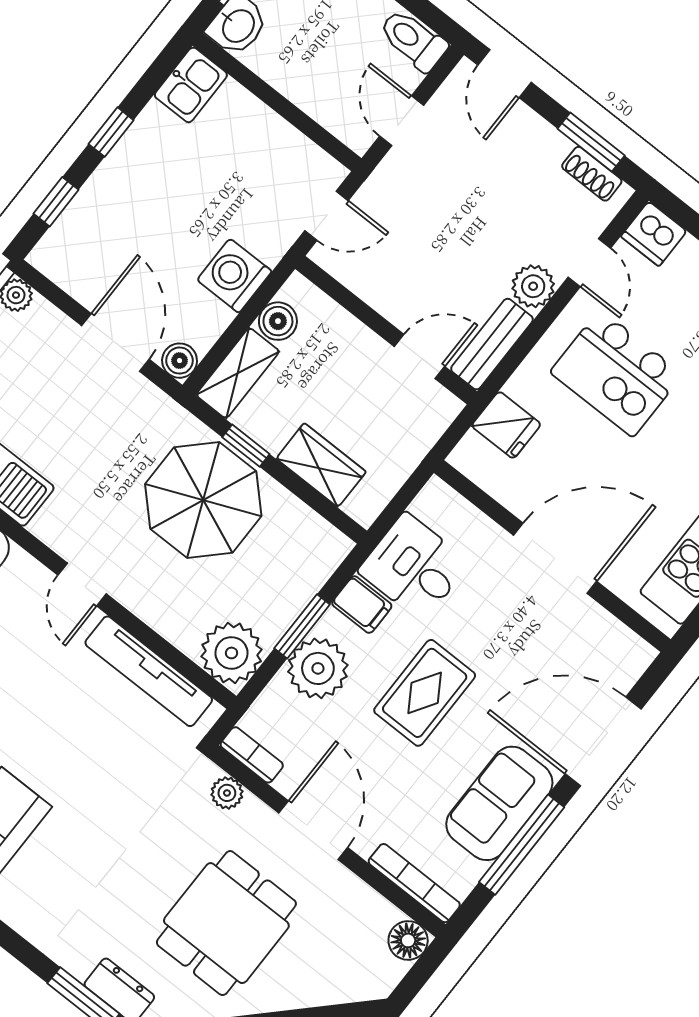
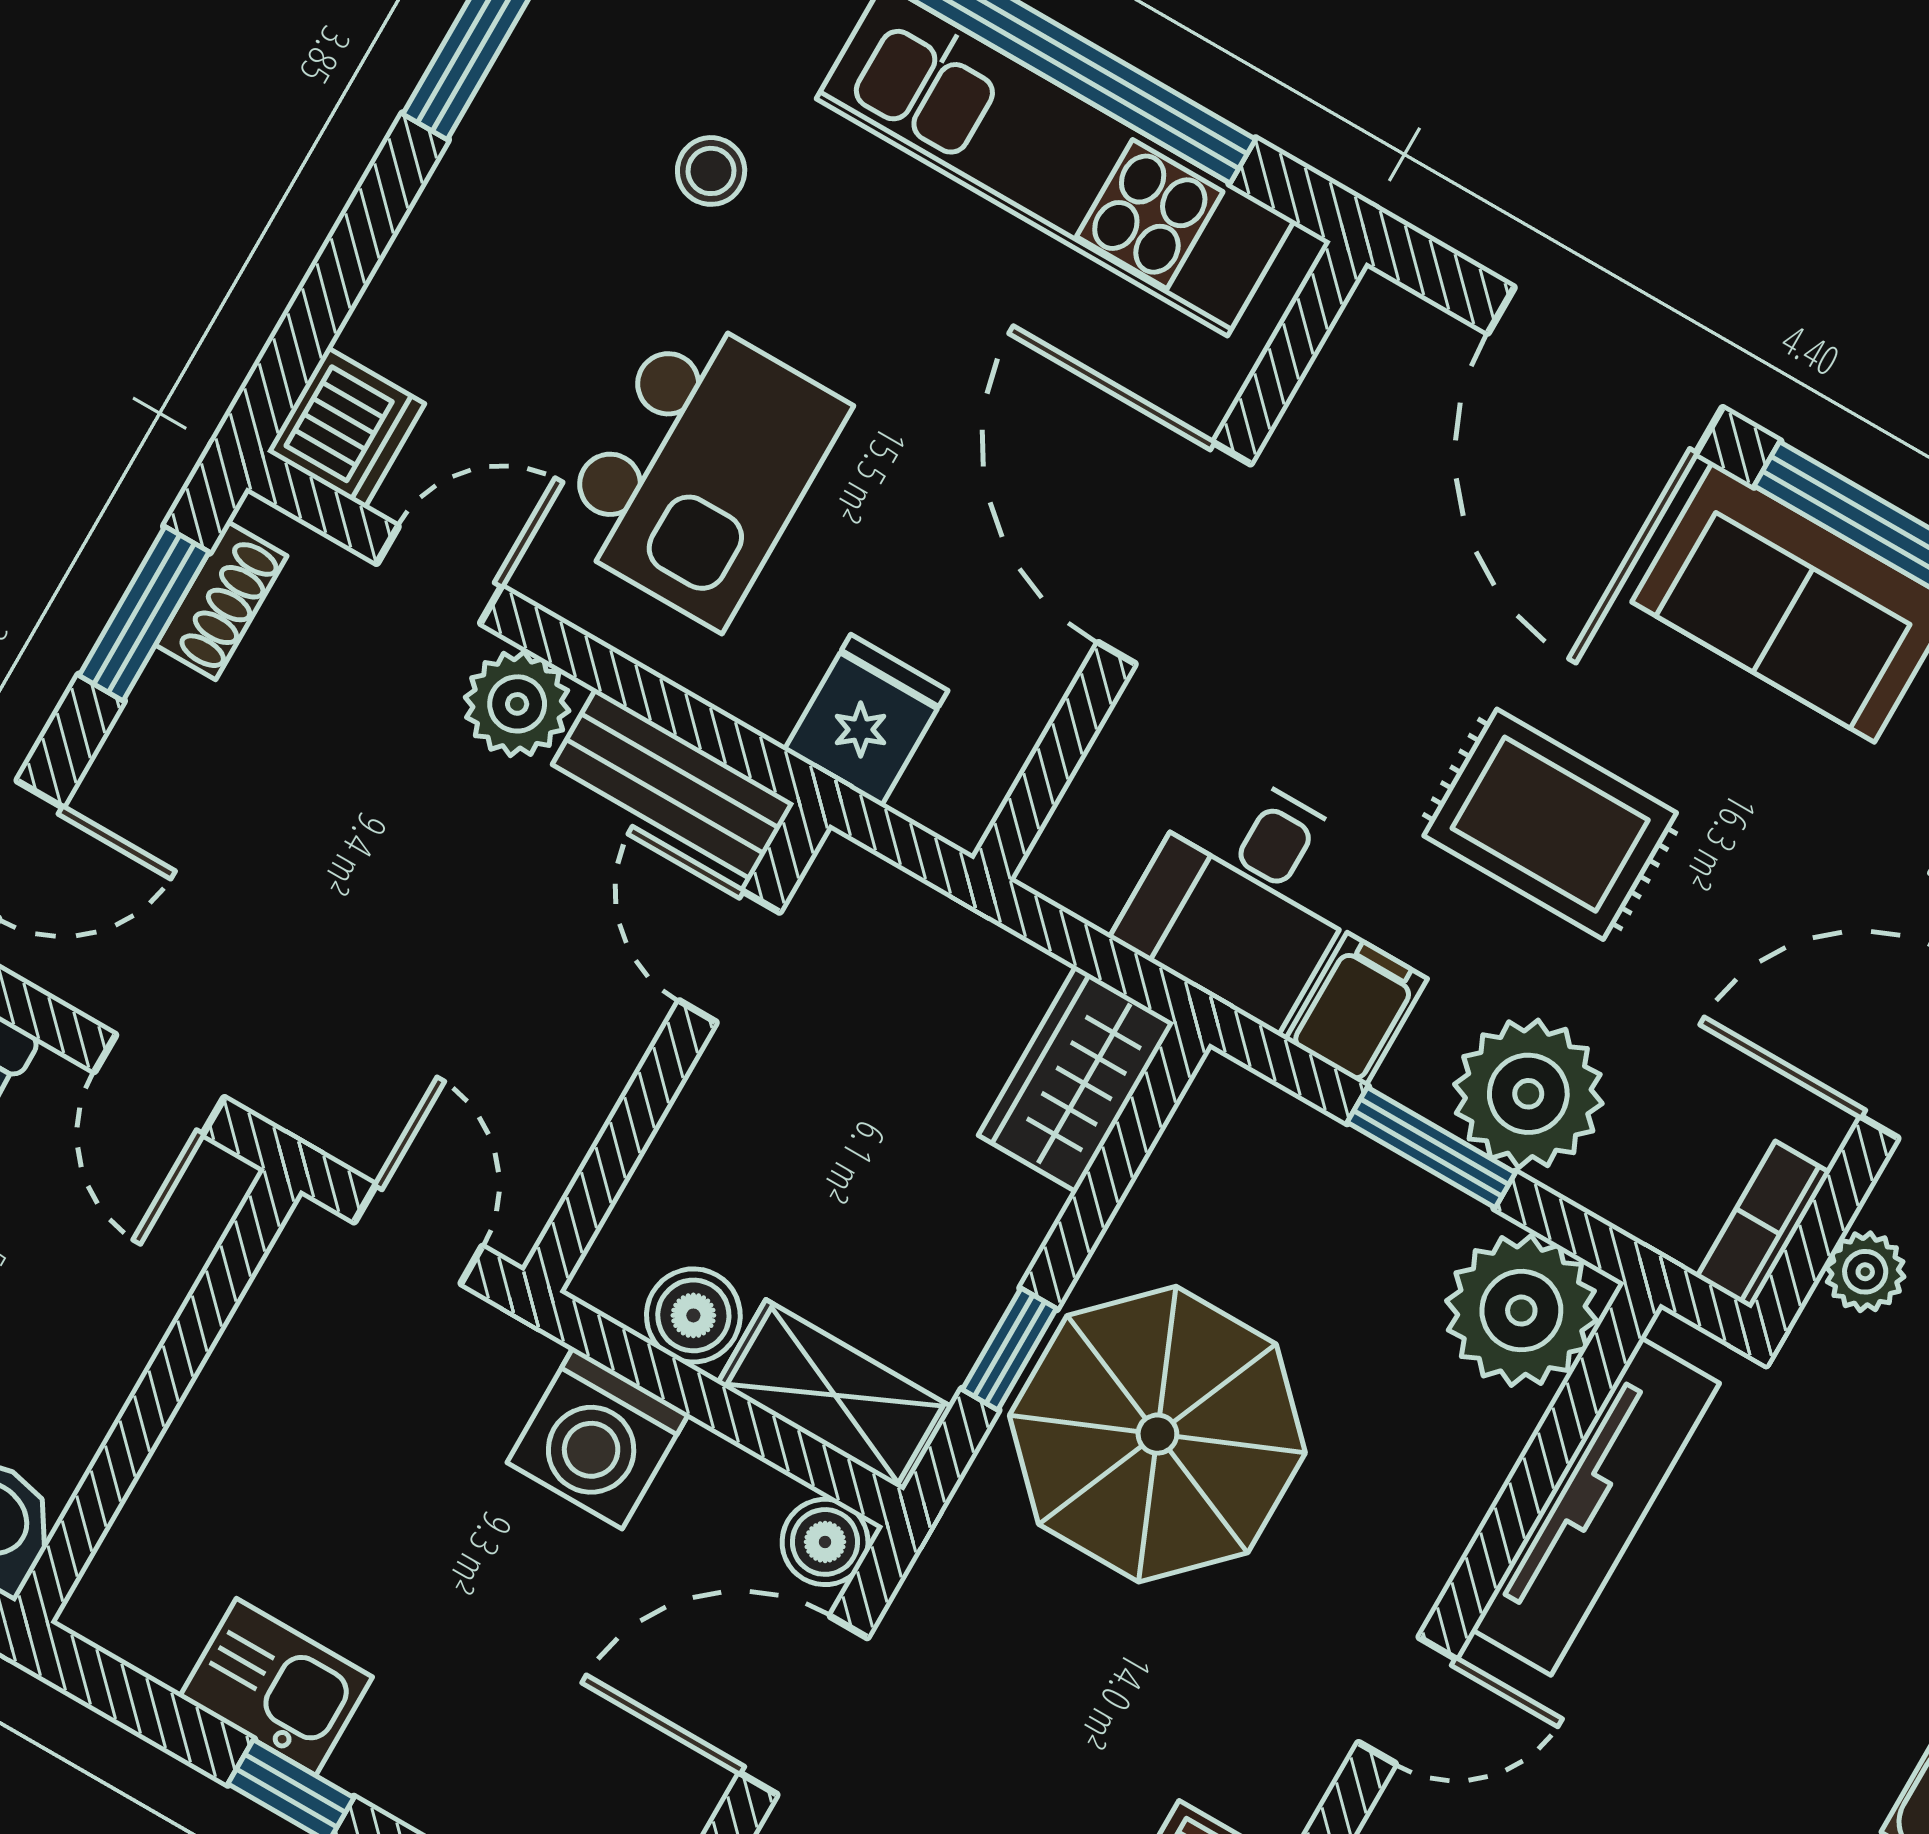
kitchen sink: (191, 85) -> (276, 1687), moved
door: (402, 121) -> (159, 1085), hinge flipped
wardrobe: (321, 465) -> (1076, 1079), moved

